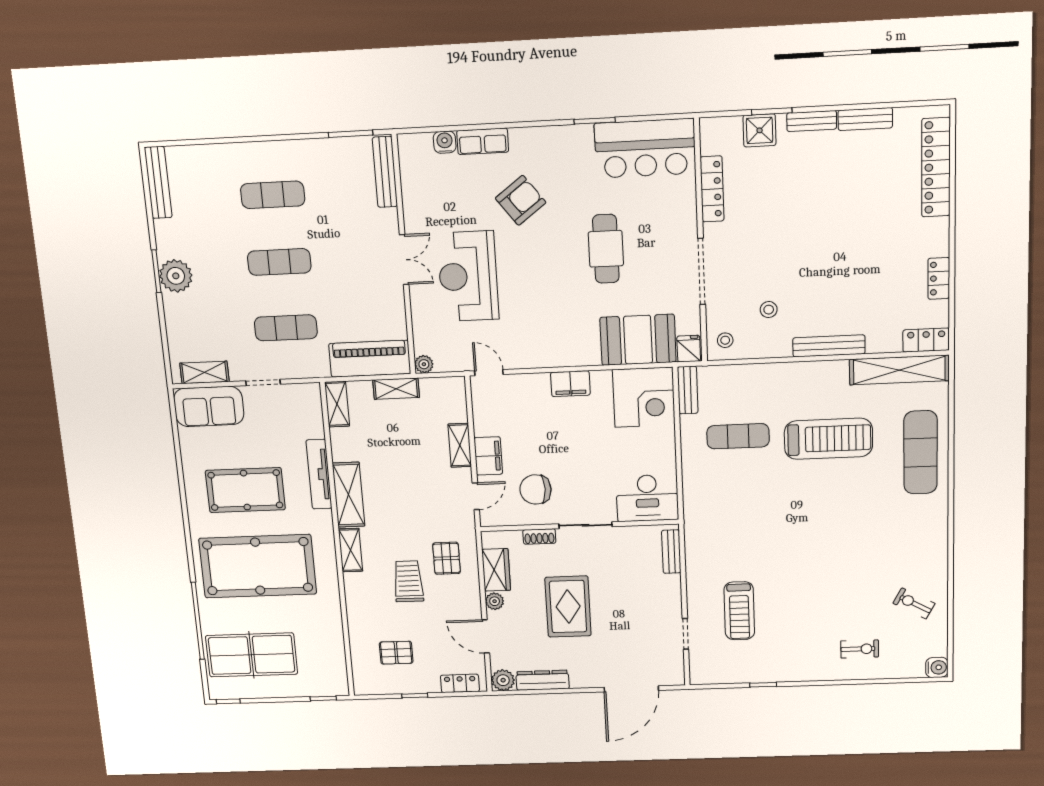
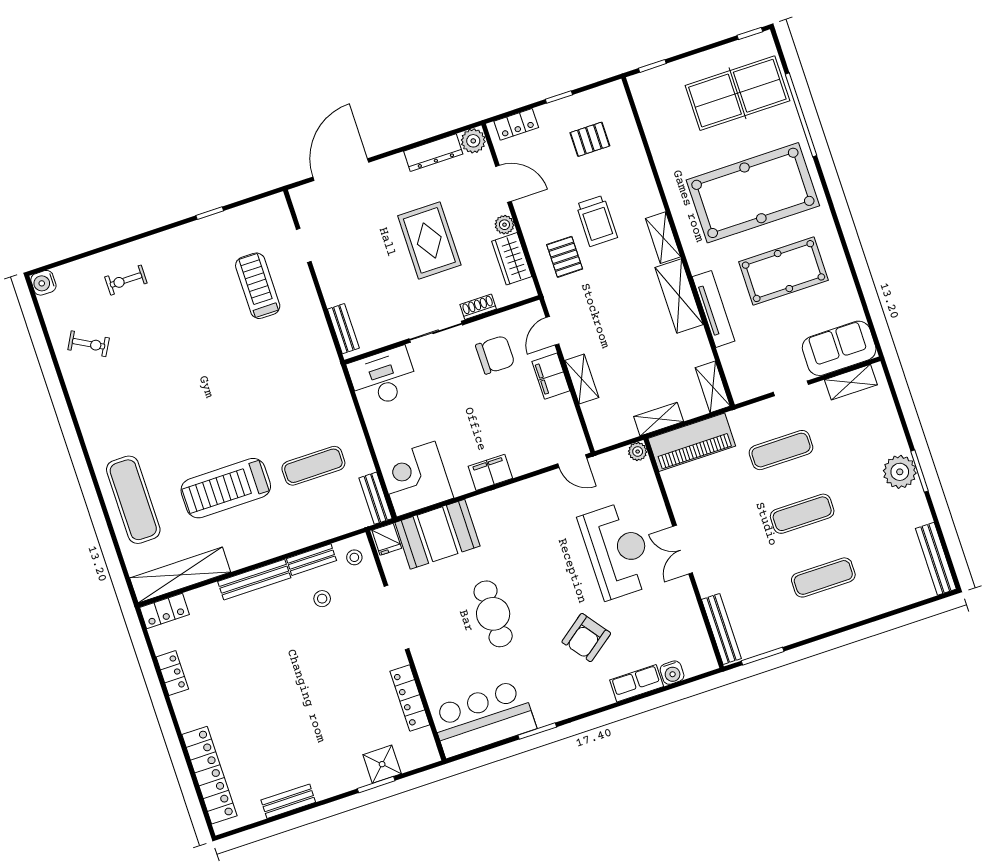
bench: (812, 121) -> (311, 560), moved

